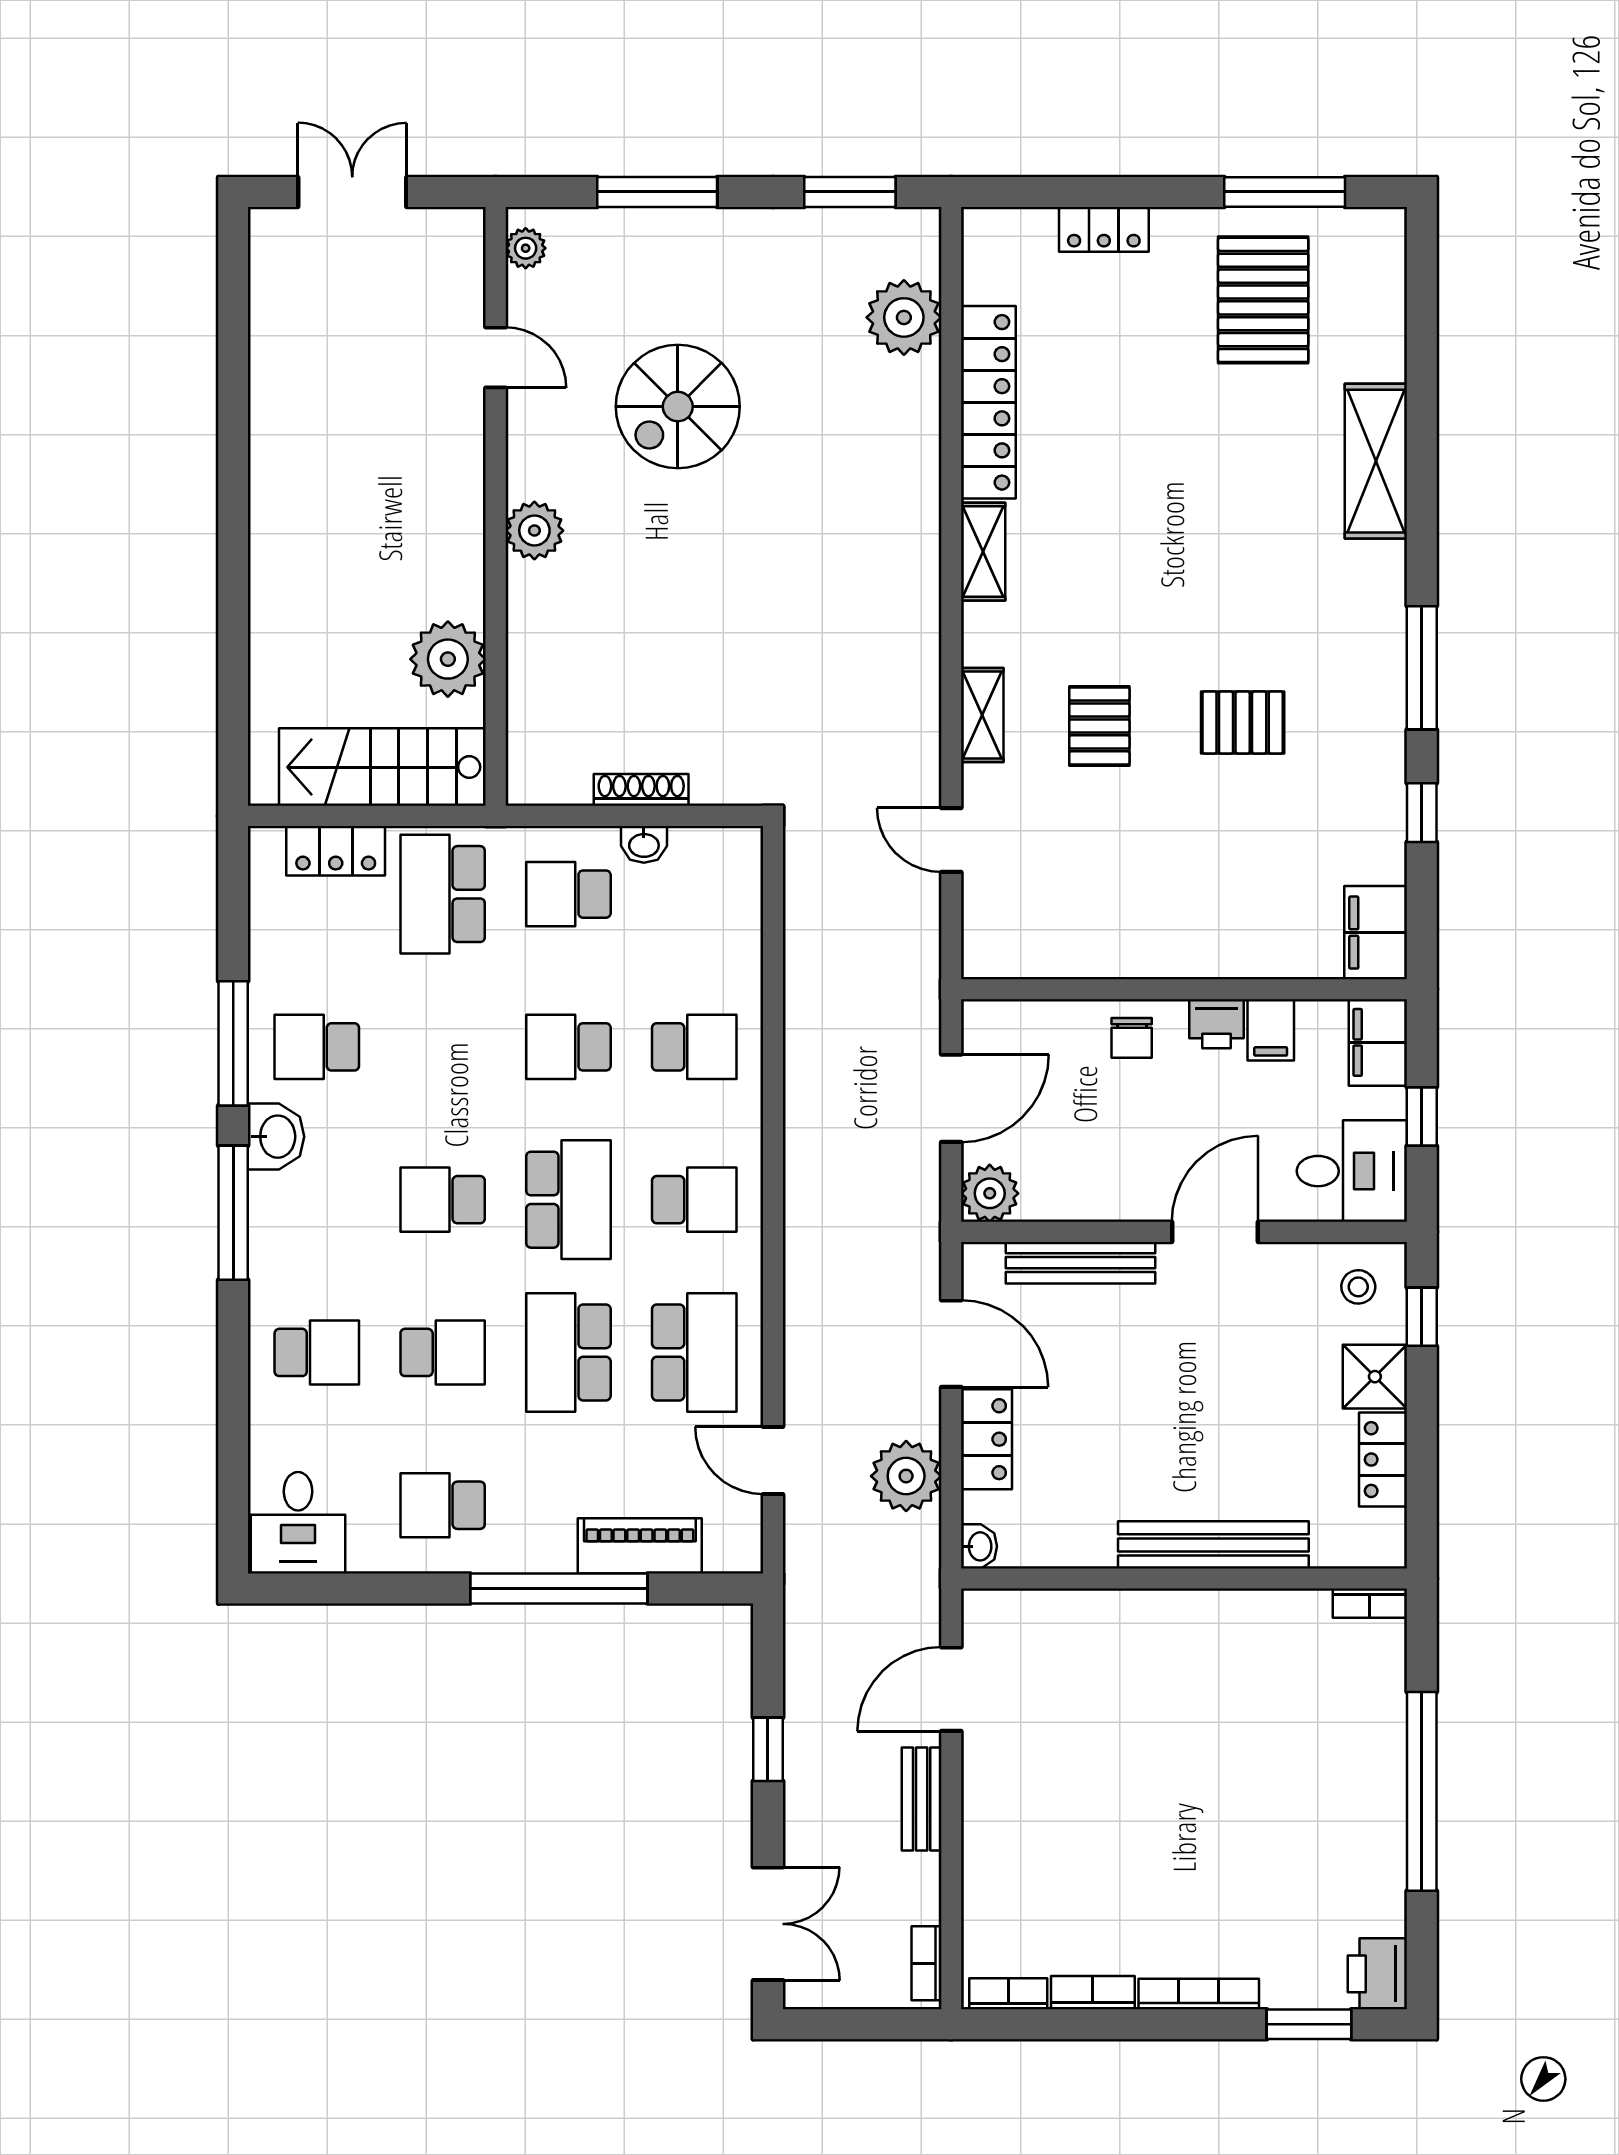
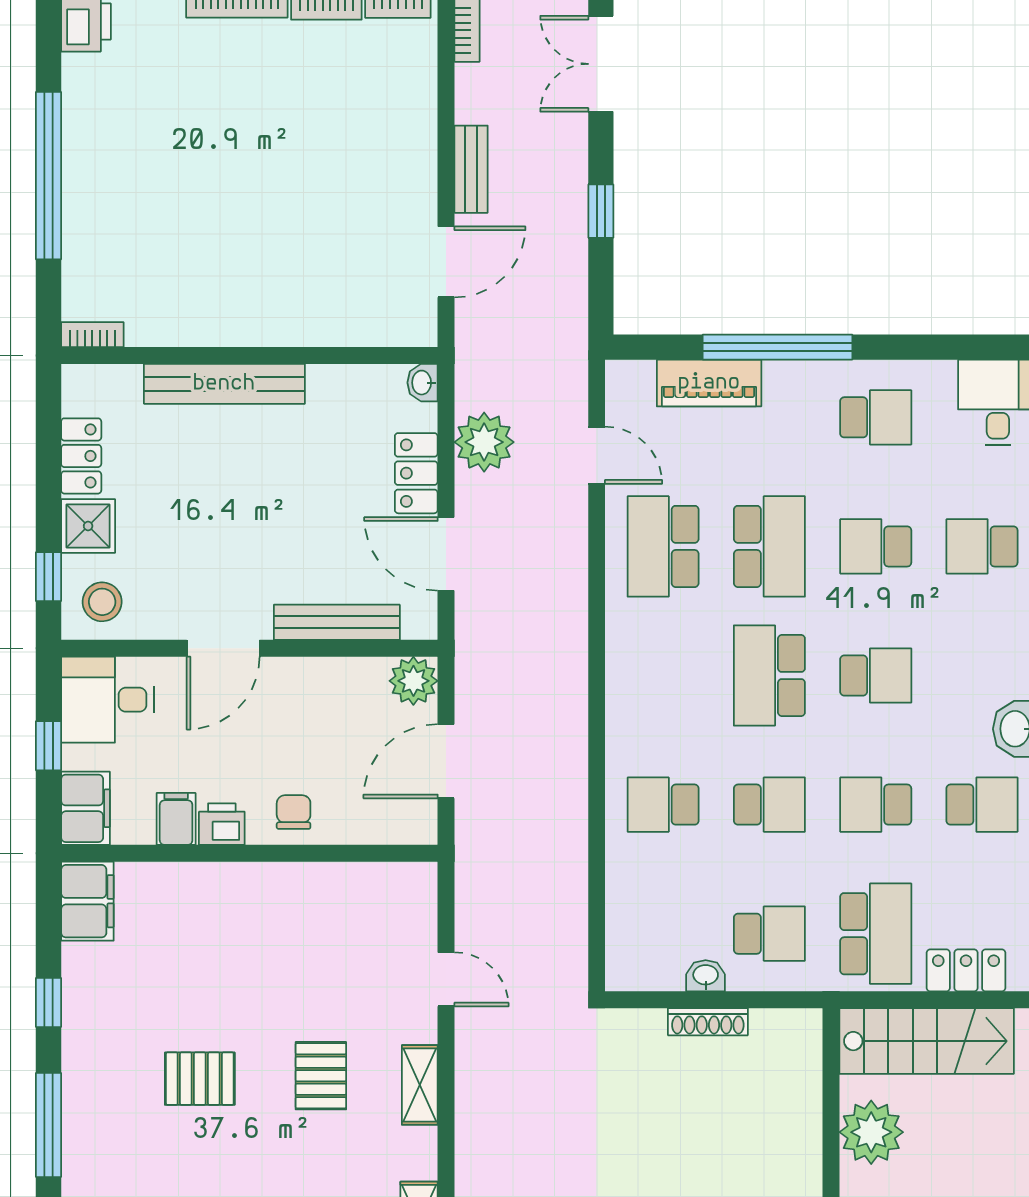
school desk: (694, 1200) -> (876, 805), moved
stool: (1358, 1287) -> (102, 602), width x1.37, depth x1.37

